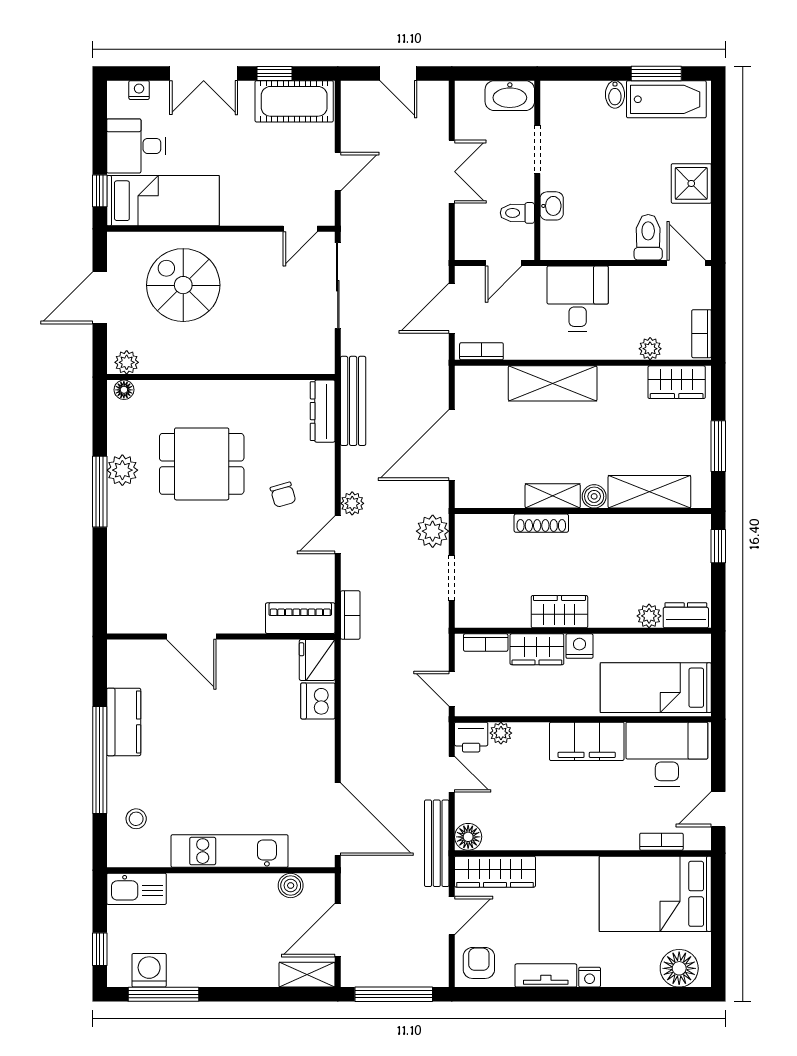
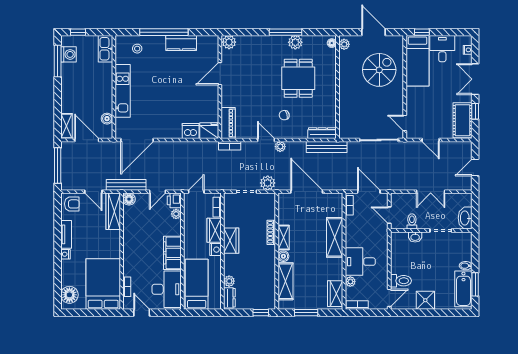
desk: (578, 299) -> (360, 262), moved, turned 180
plant: (122, 616) -> (229, 42), added

